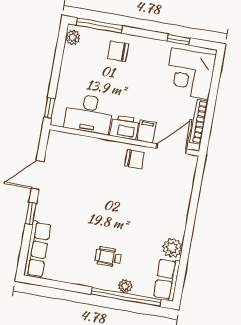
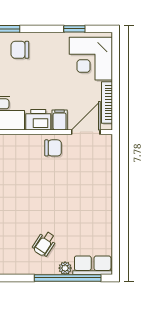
plant: (172, 248) -> (103, 225), removed
wheelchair: (108, 257) -> (44, 244), turned -57
row of seats: (167, 279) -> (93, 265), moved, turned 90

